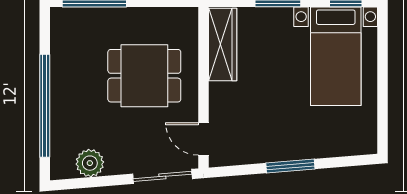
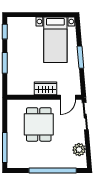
wardrobe: (223, 44) -> (45, 88), moved, width x0.67
bed with nightstands: (336, 56) -> (55, 40), moved, turned 90

